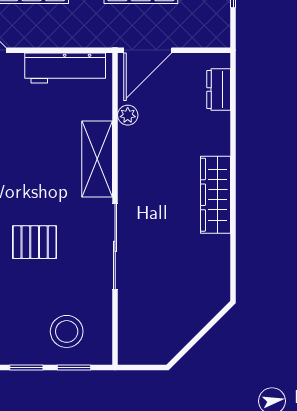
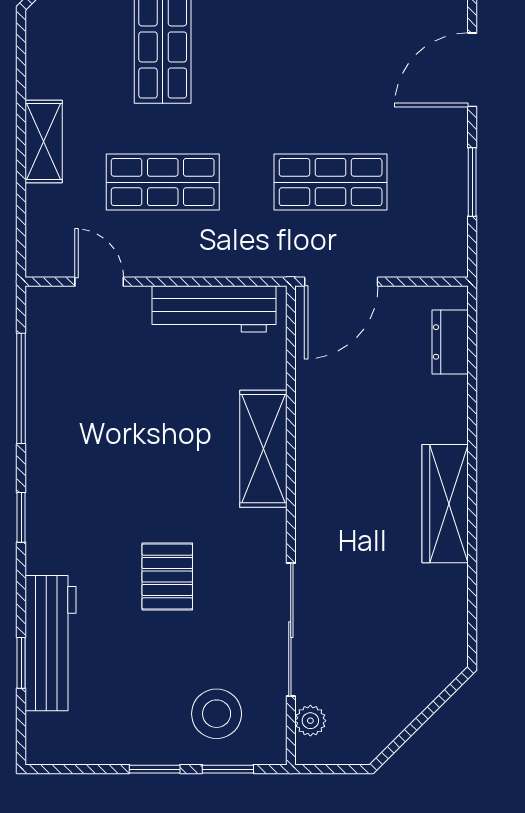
plant: (128, 115) -> (310, 721), moved
pallet: (35, 242) -> (167, 576), turned 90
sliding door: (115, 246) -> (291, 630), moved

